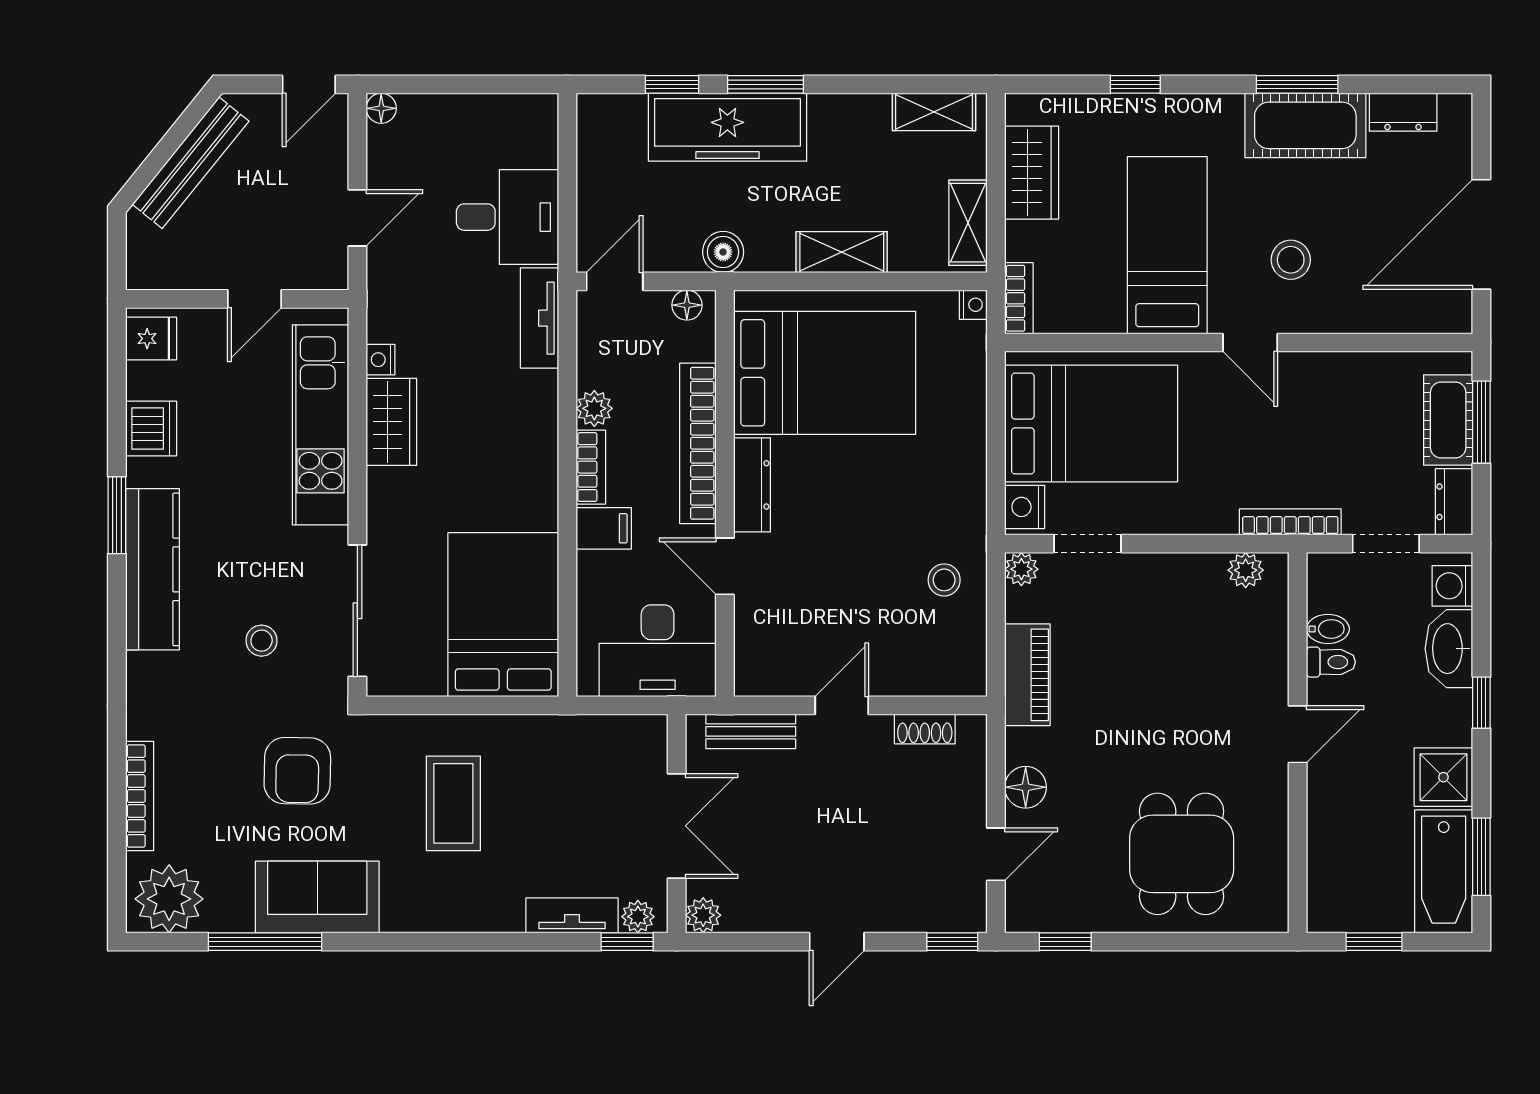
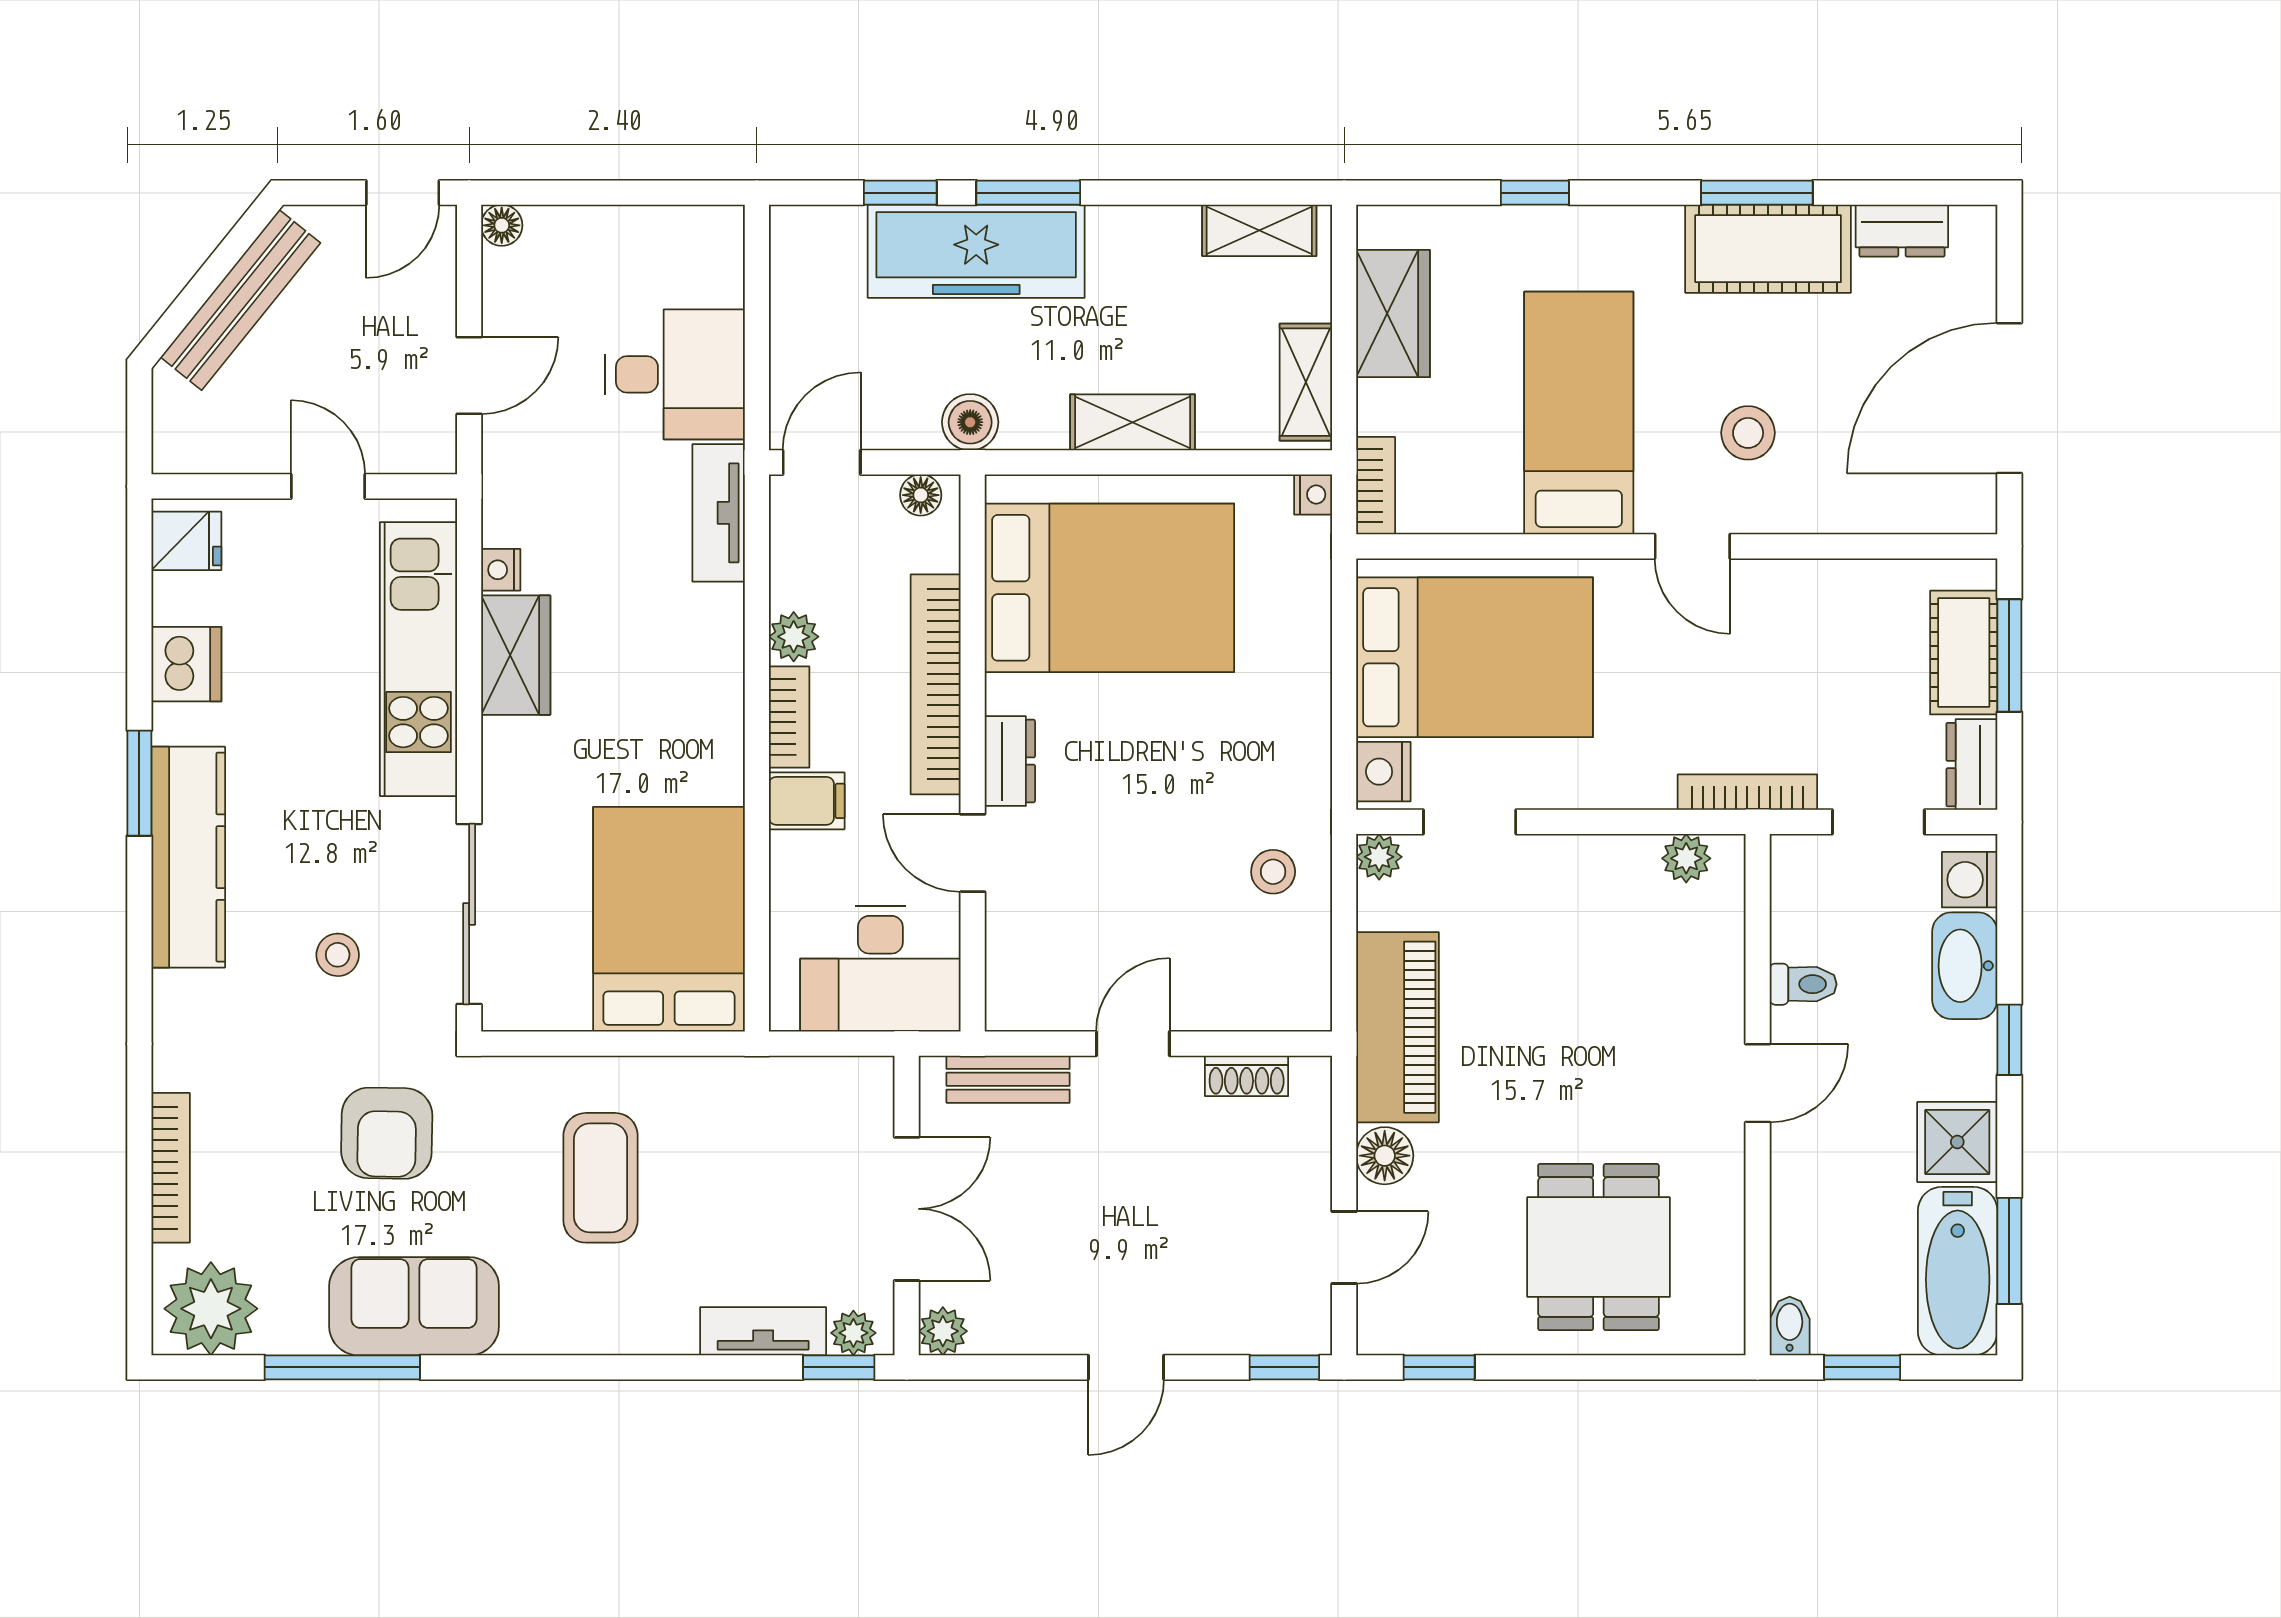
door: (255, 299) -> (328, 486), swing flipped
dresser: (752, 485) -> (1010, 761), width x0.70
bidet: (1328, 629) -> (1790, 1326), moved, turned -90
piano: (1027, 675) -> (1397, 1027), width x1.37, depth x1.33

